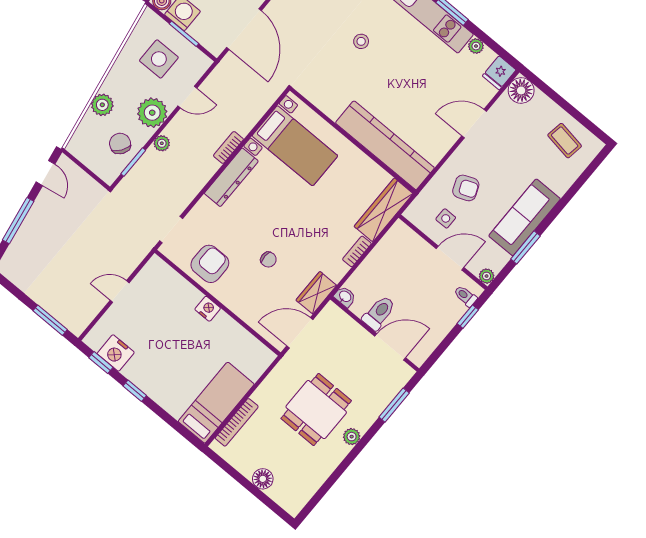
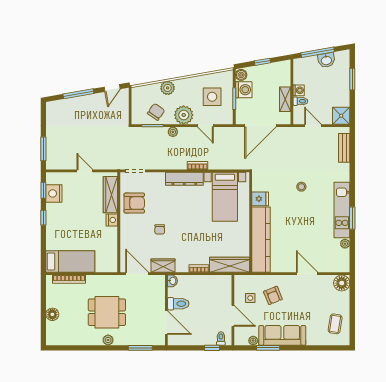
fridge: (499, 73) -> (260, 199), moved, turned 180
plant: (487, 276) -> (253, 341), moved
wardrobe: (175, 285) -> (110, 195), added

